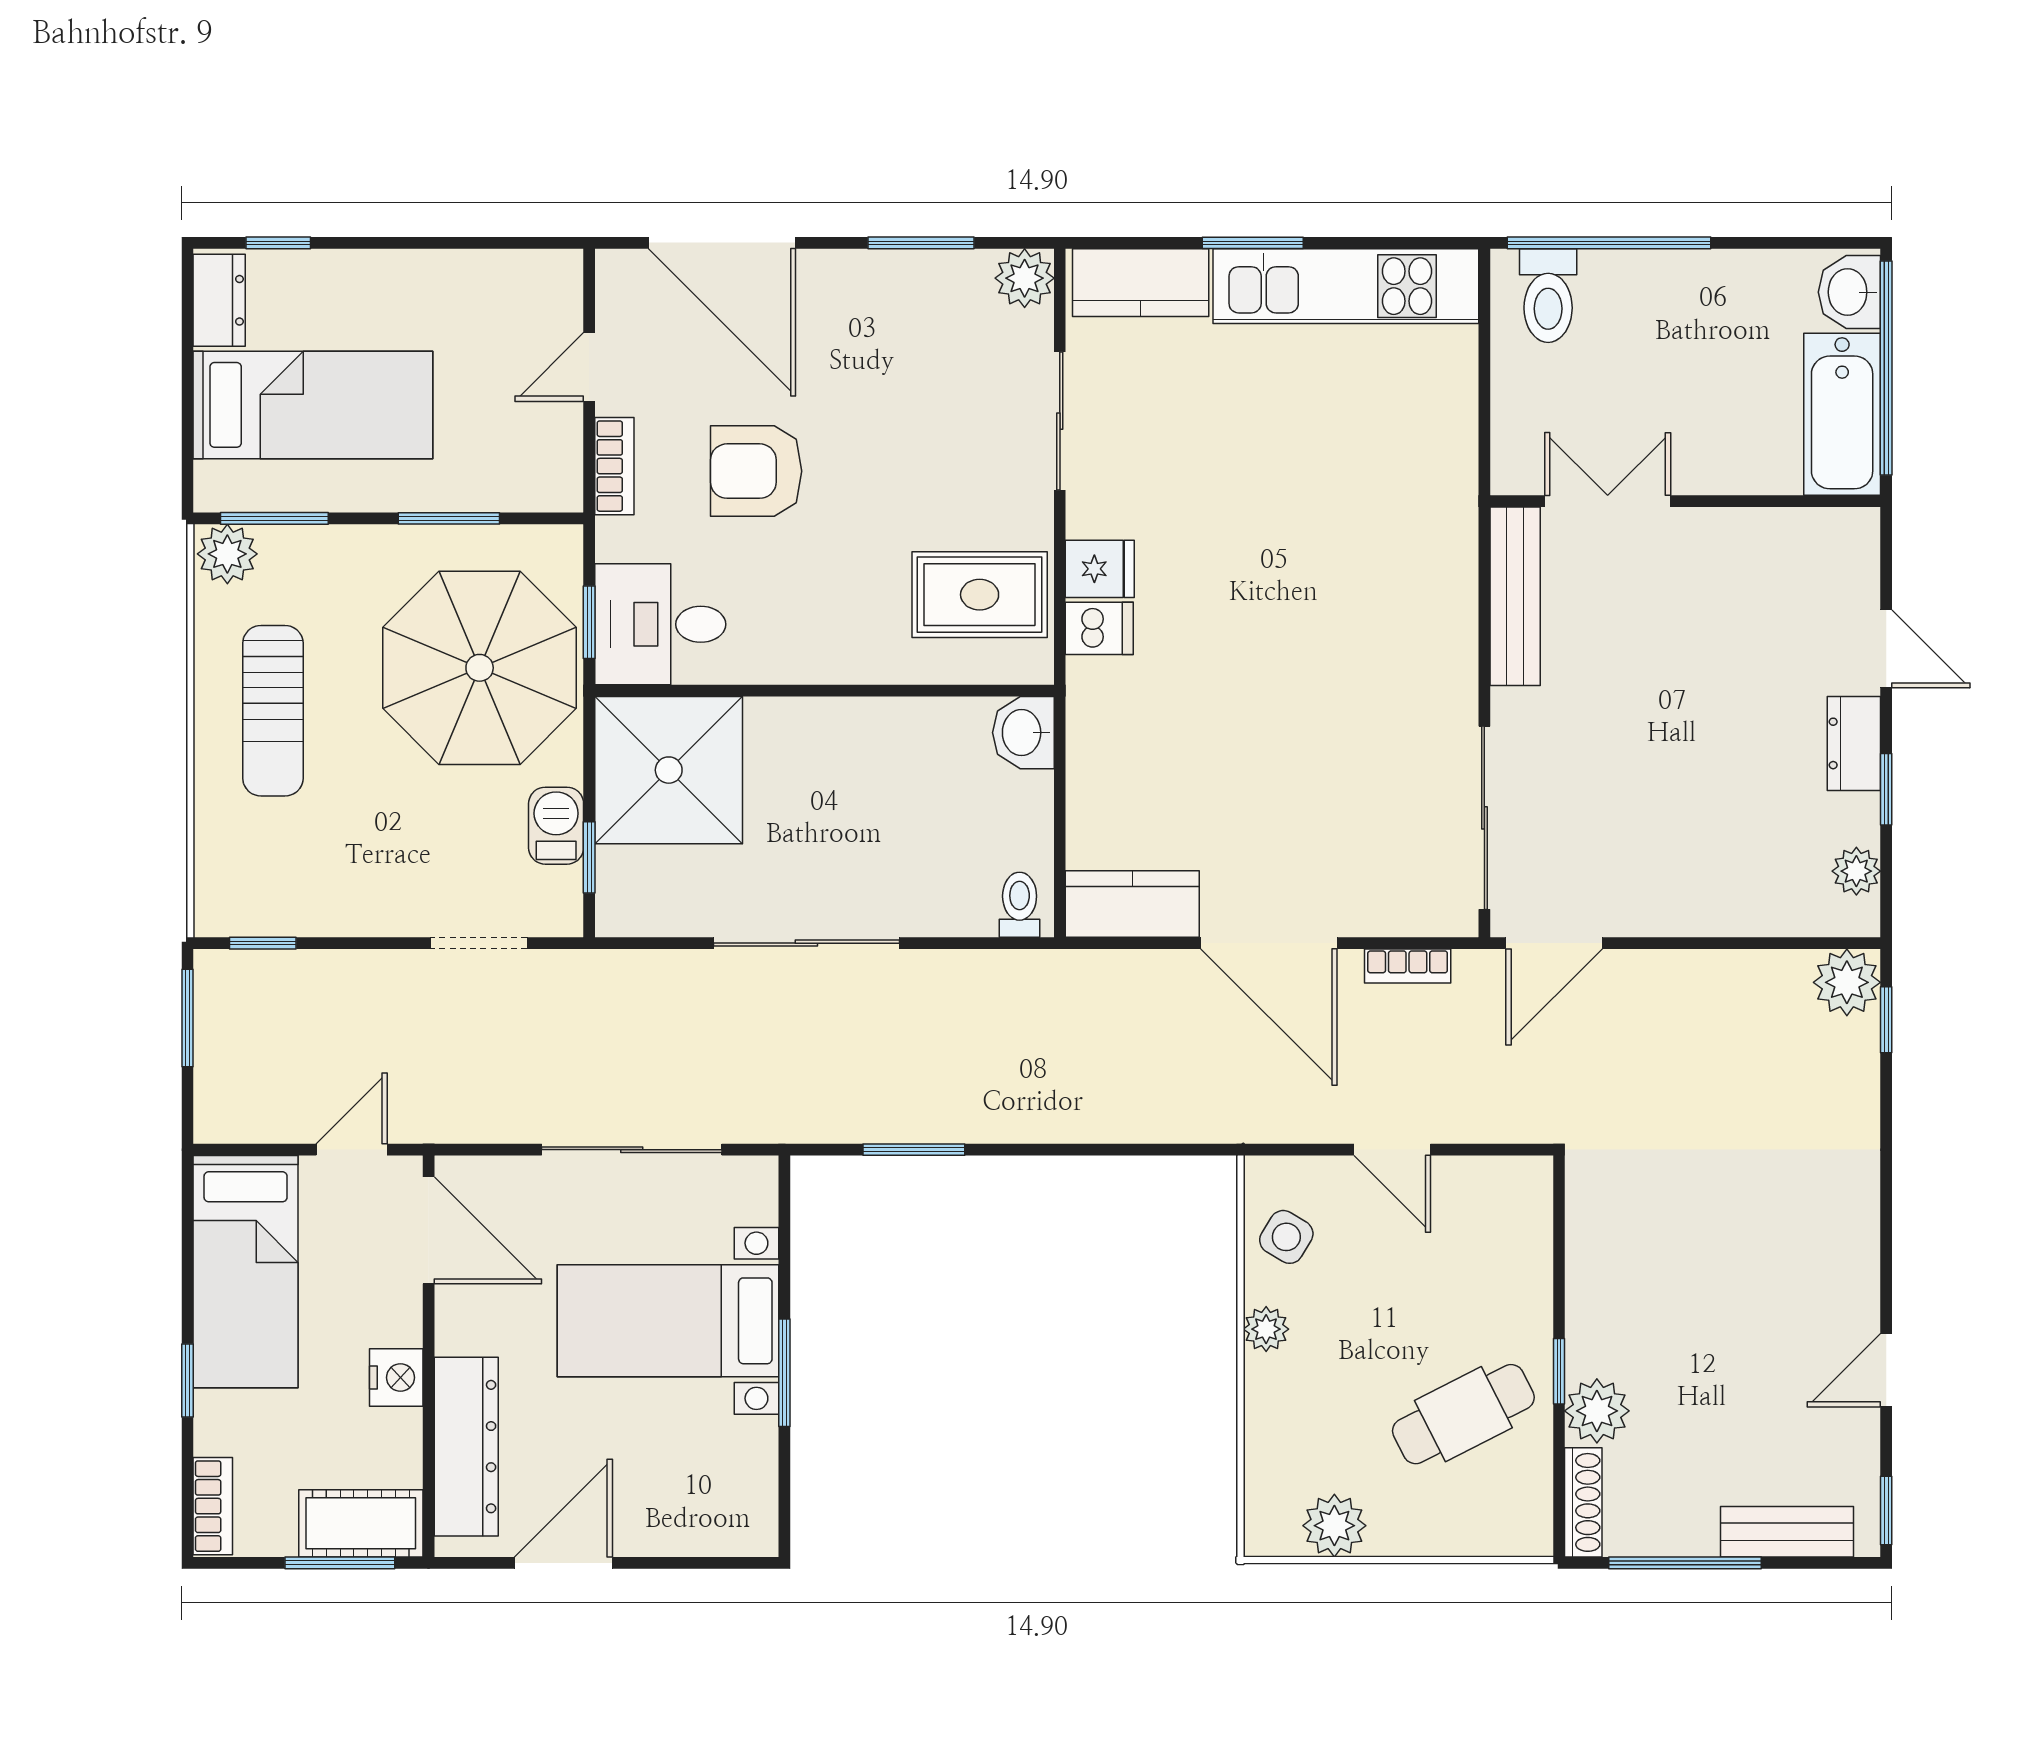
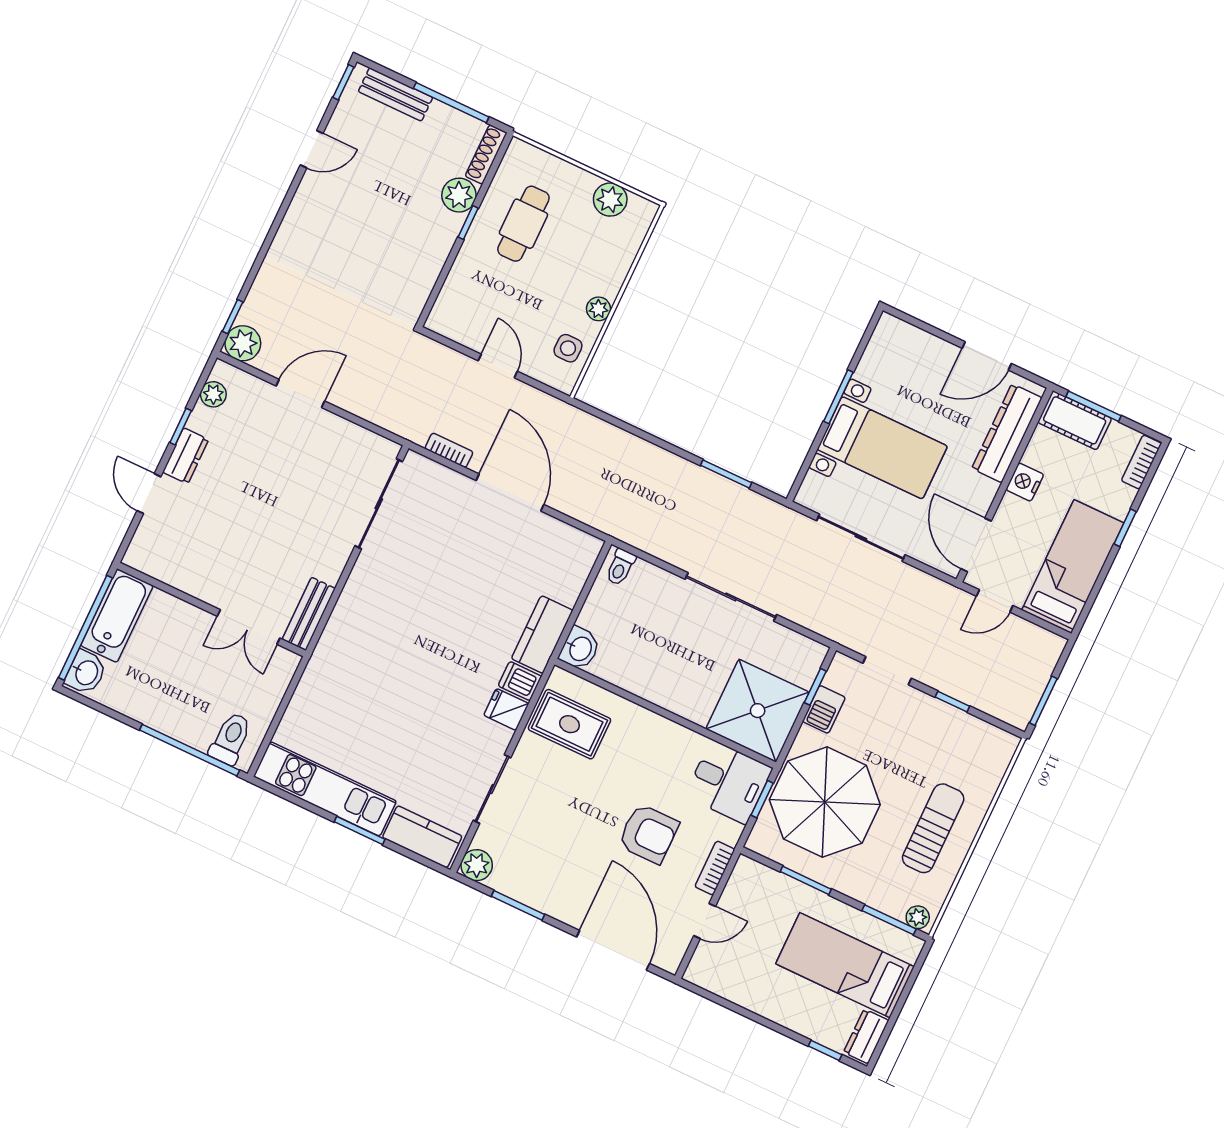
plant: (227, 554) -> (918, 917), width x0.73, depth x0.73
bench: (1515, 596) -> (309, 614), width x0.73
kitchen counter: (1132, 904) -> (542, 635), moved, turned 90
window: (263, 943) -> (952, 702), moved
door: (1554, 943) -> (300, 393), moved
side table: (1286, 1237) -> (568, 348), turned -31
cafe table: (1463, 1414) -> (523, 224), turned -63

